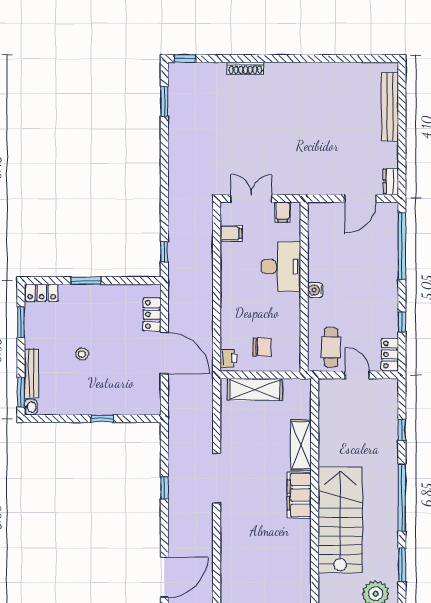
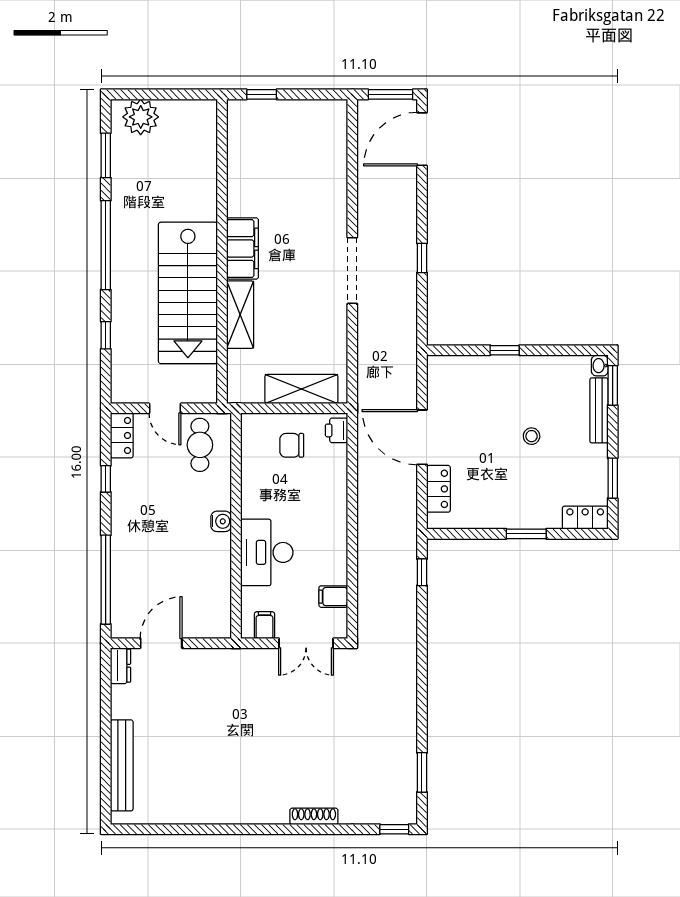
stairs: (340, 520) -> (188, 293), moved

